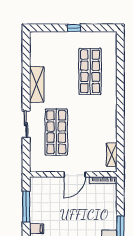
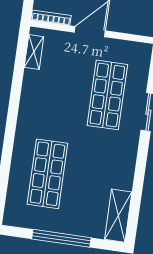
window: (74, 28) -> (61, 238), width x3.17
shelving: (37, 84) -> (118, 216), moved

